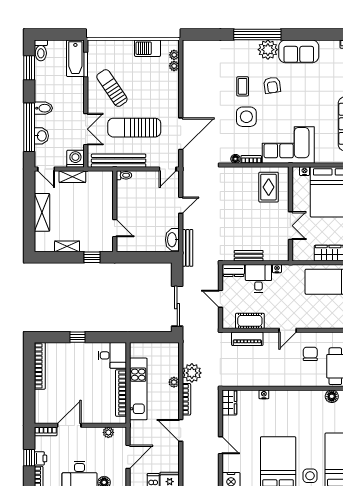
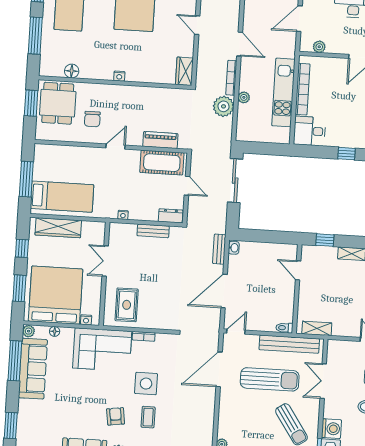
washing machine: (75, 159) -> (331, 429), moved, turned -90
floor lamp: (235, 159) -> (55, 331), moved
shelving: (72, 177) -> (317, 328), moved
door: (181, 205) -> (224, 291), width x1.87
washbasin: (172, 240) -> (234, 248), width x0.52, depth x0.69
bench: (188, 248) -> (219, 249), width x0.73
desk: (258, 278) -> (144, 205), removed
cot: (250, 321) -> (162, 163), width x1.37, depth x1.34
nightstand: (264, 394) -> (119, 76), moved

